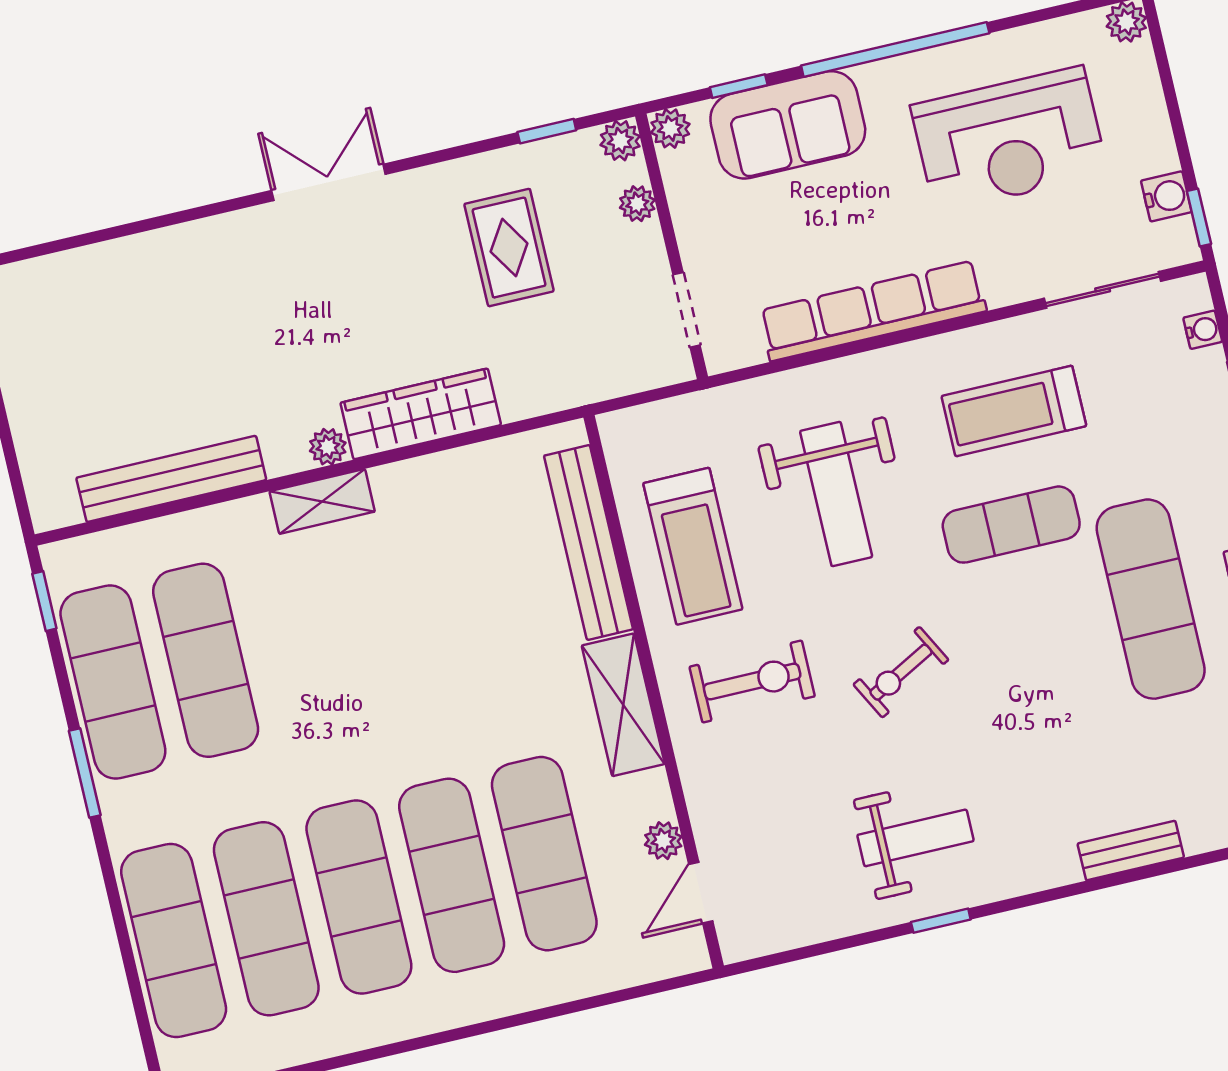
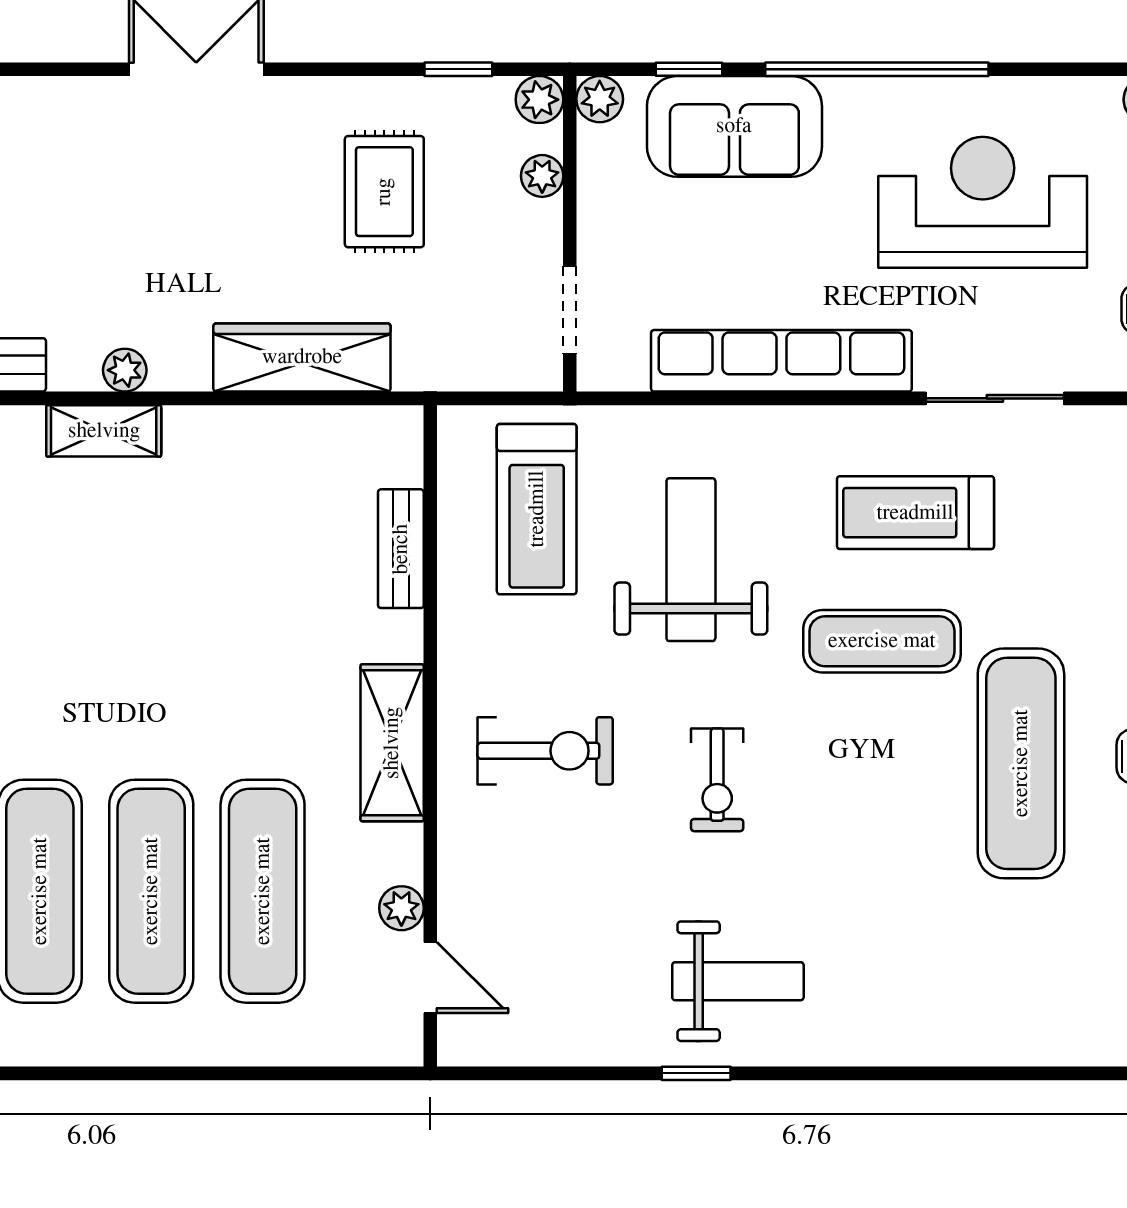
reception desk: (1009, 139) -> (983, 202), turned 180
sliding door: (1103, 290) -> (995, 398), moved
wardrobe: (421, 414) -> (302, 357), moved
weight bench: (836, 494) -> (691, 560), turned 180
bench: (588, 542) -> (401, 549), width x0.54, depth x0.82
treadmill: (693, 546) -> (537, 509), moved
exercise bike: (901, 672) -> (717, 780), turned -62
weight bench: (916, 838) -> (738, 981), moved
bench: (1131, 851) -> (931, 1044), removed
door: (701, 893) -> (430, 978), swing flipped

